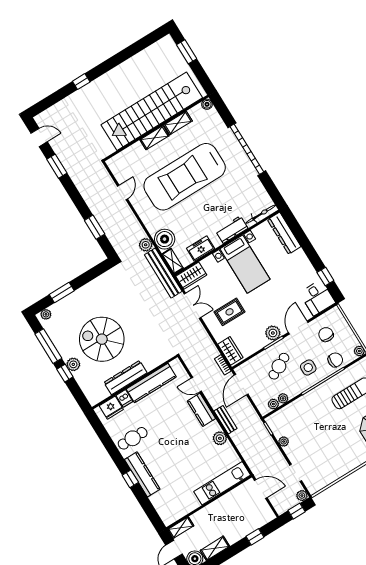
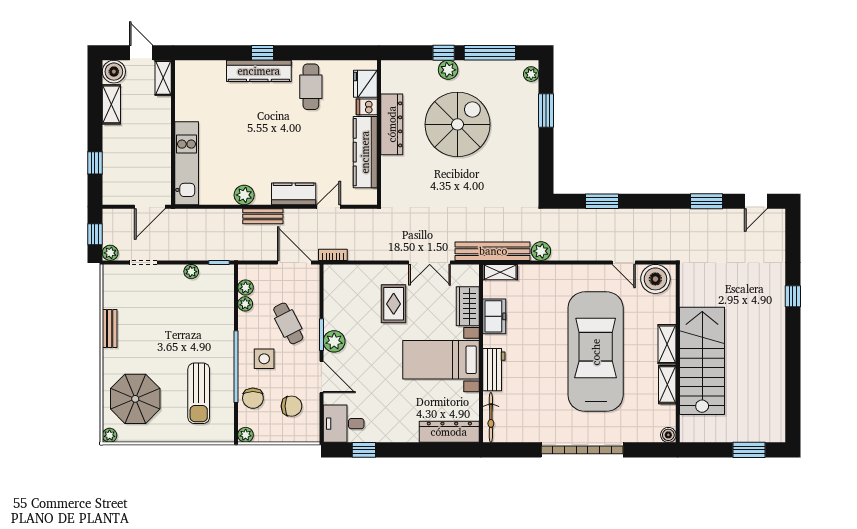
stairs: (152, 111) -> (702, 361), width x0.73
boiler: (165, 239) -> (655, 279), moved
wardrobe: (191, 276) -> (468, 306), moved
wardrobe: (230, 351) -> (344, 275), removed
bench: (346, 469) -> (110, 329), added

